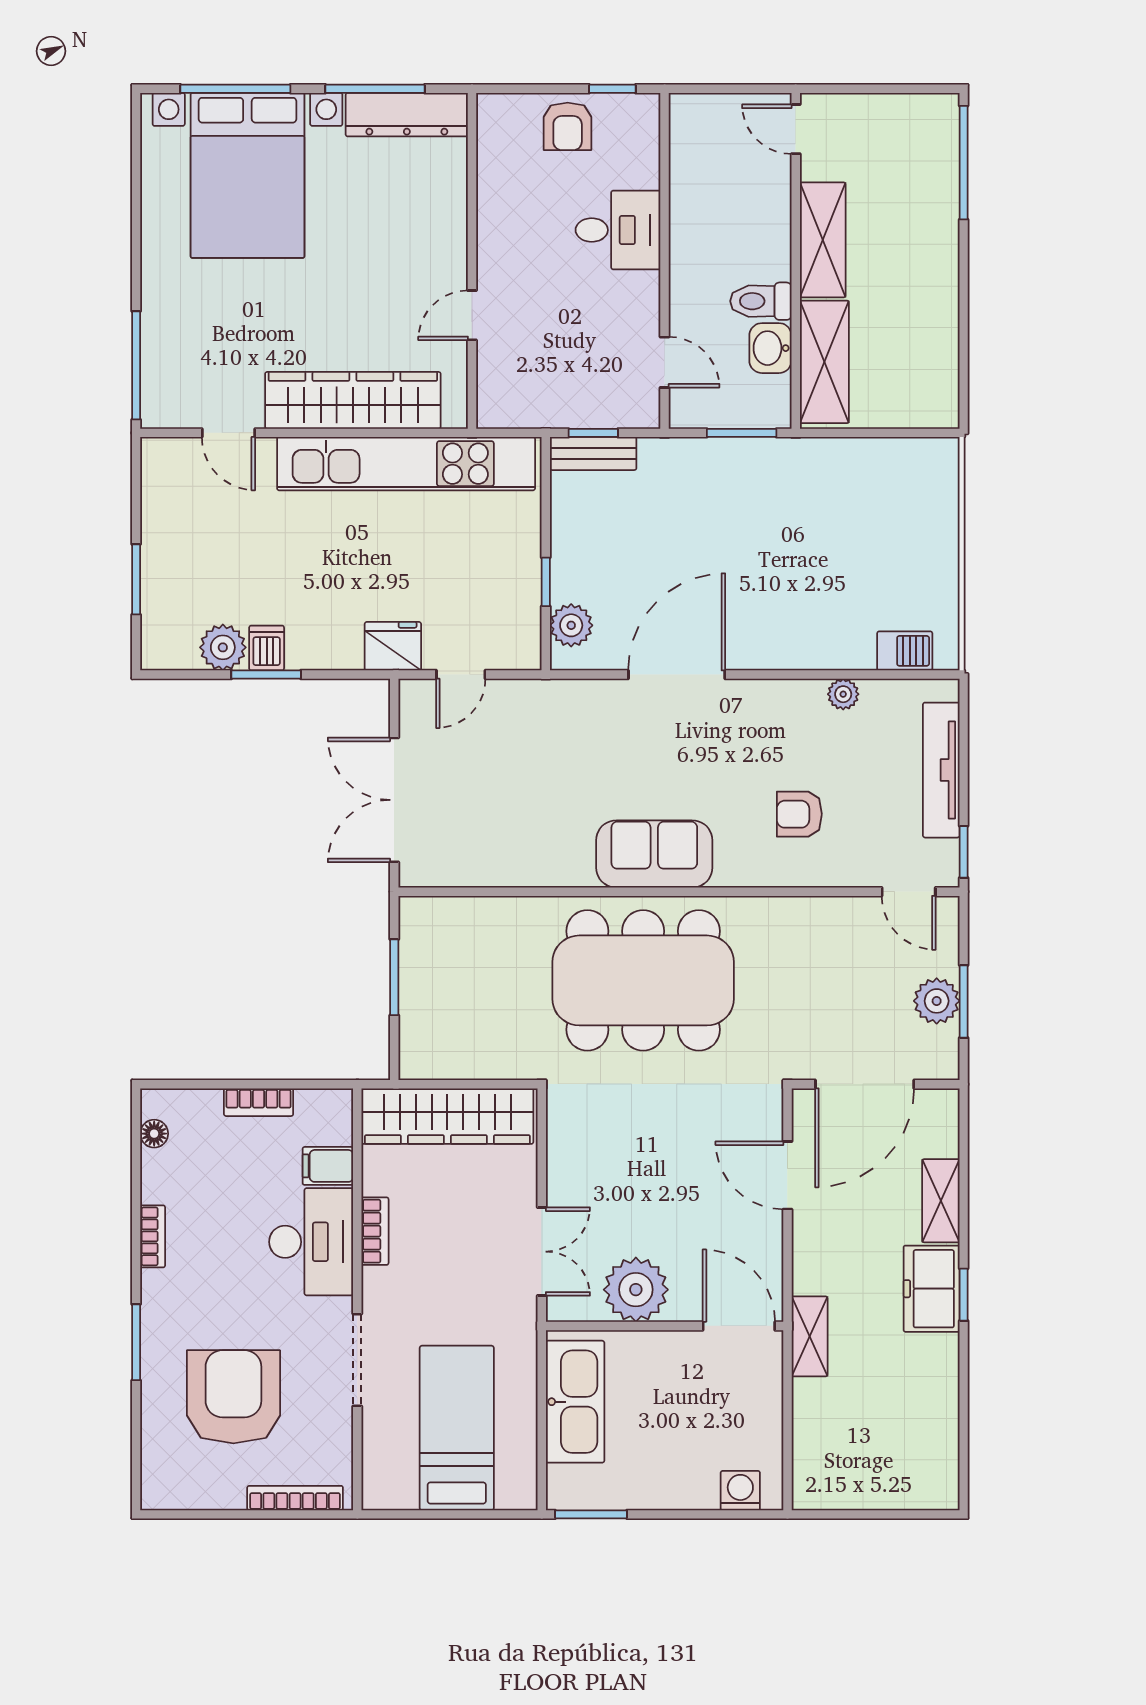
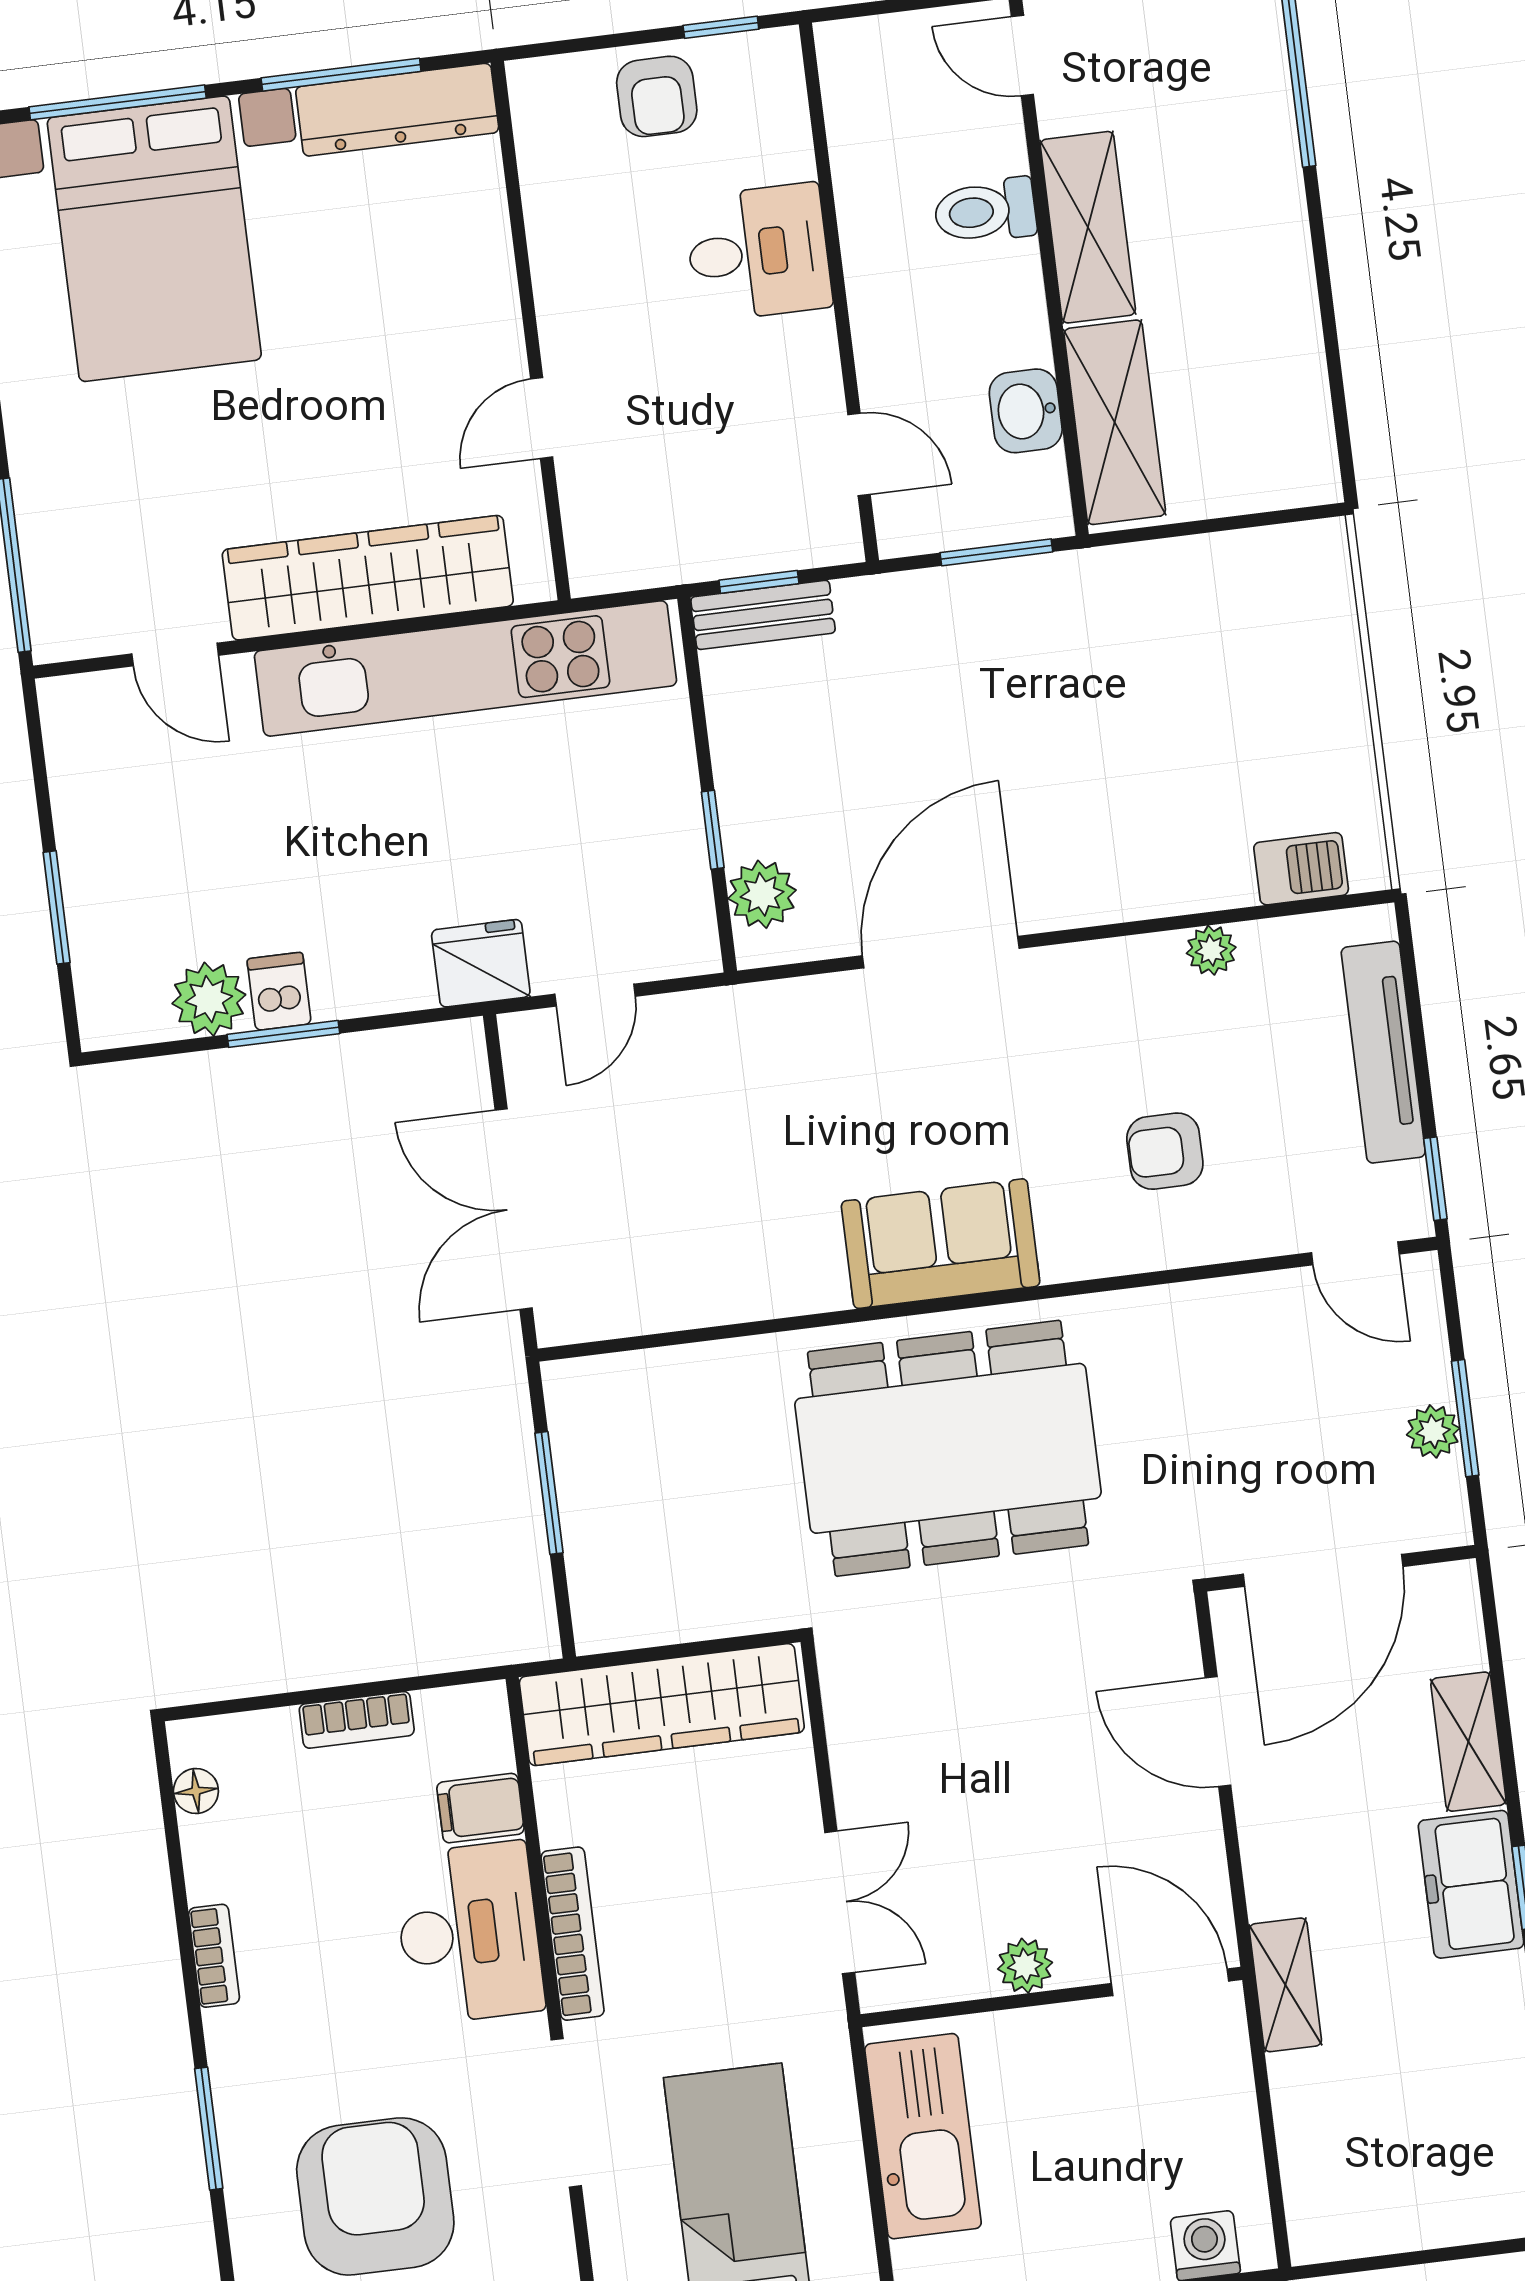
toilet: (761, 301) -> (985, 211), moved
plant: (937, 1001) -> (1433, 1431), width x0.73, depth x0.73
bookcase: (375, 1231) -> (573, 1934), width x1.56
plant: (636, 1290) -> (1025, 1966), width x0.53, depth x0.53

